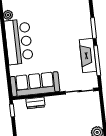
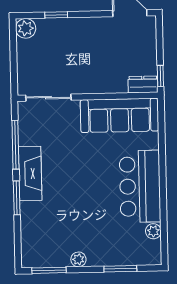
fireplace: (88, 55) -> (30, 174), moved
dresser: (35, 103) -> (143, 84), moved

